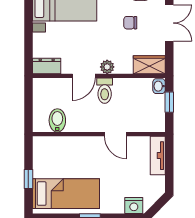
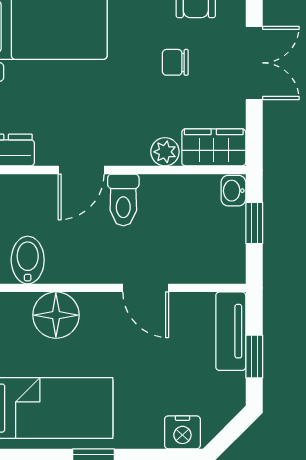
plant: (107, 67) -> (165, 152), moved
floor lamp: (71, 148) -> (56, 315), added
window: (169, 168) -> (254, 357), added

